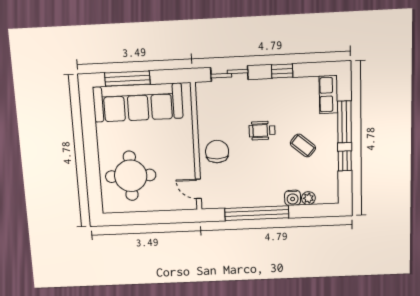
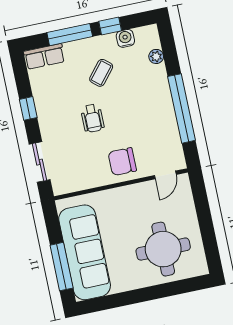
water cooler: (293, 198) -> (125, 38), moved, turned -90

